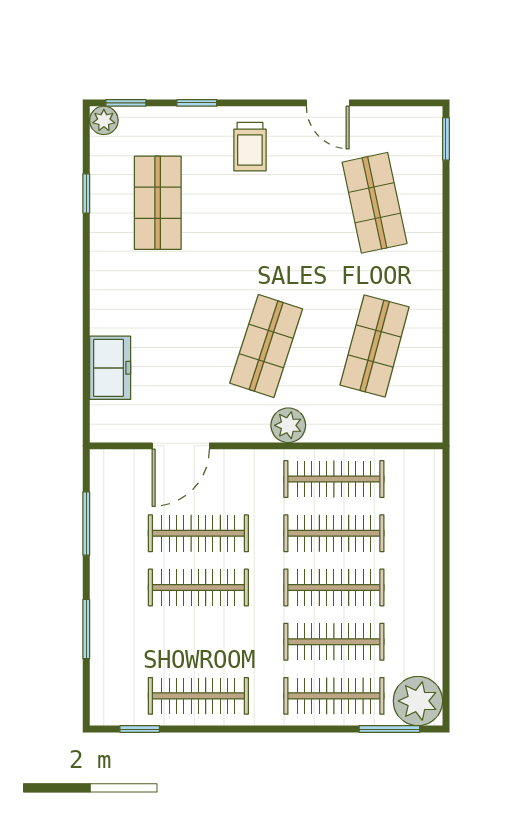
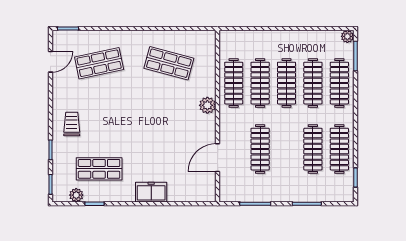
door: (328, 103) -> (50, 62), moved
plant: (104, 120) -> (76, 195), moved
trolley: (250, 147) -> (72, 124), turned -90
shop shelf: (266, 346) -> (169, 116), removed
freezer: (110, 368) -> (151, 192), moved
door: (181, 446) -> (218, 158), swing flipped
clothes rail: (198, 587) -> (313, 149), moved
plant: (418, 701) -> (347, 36), width x0.53, depth x0.53

